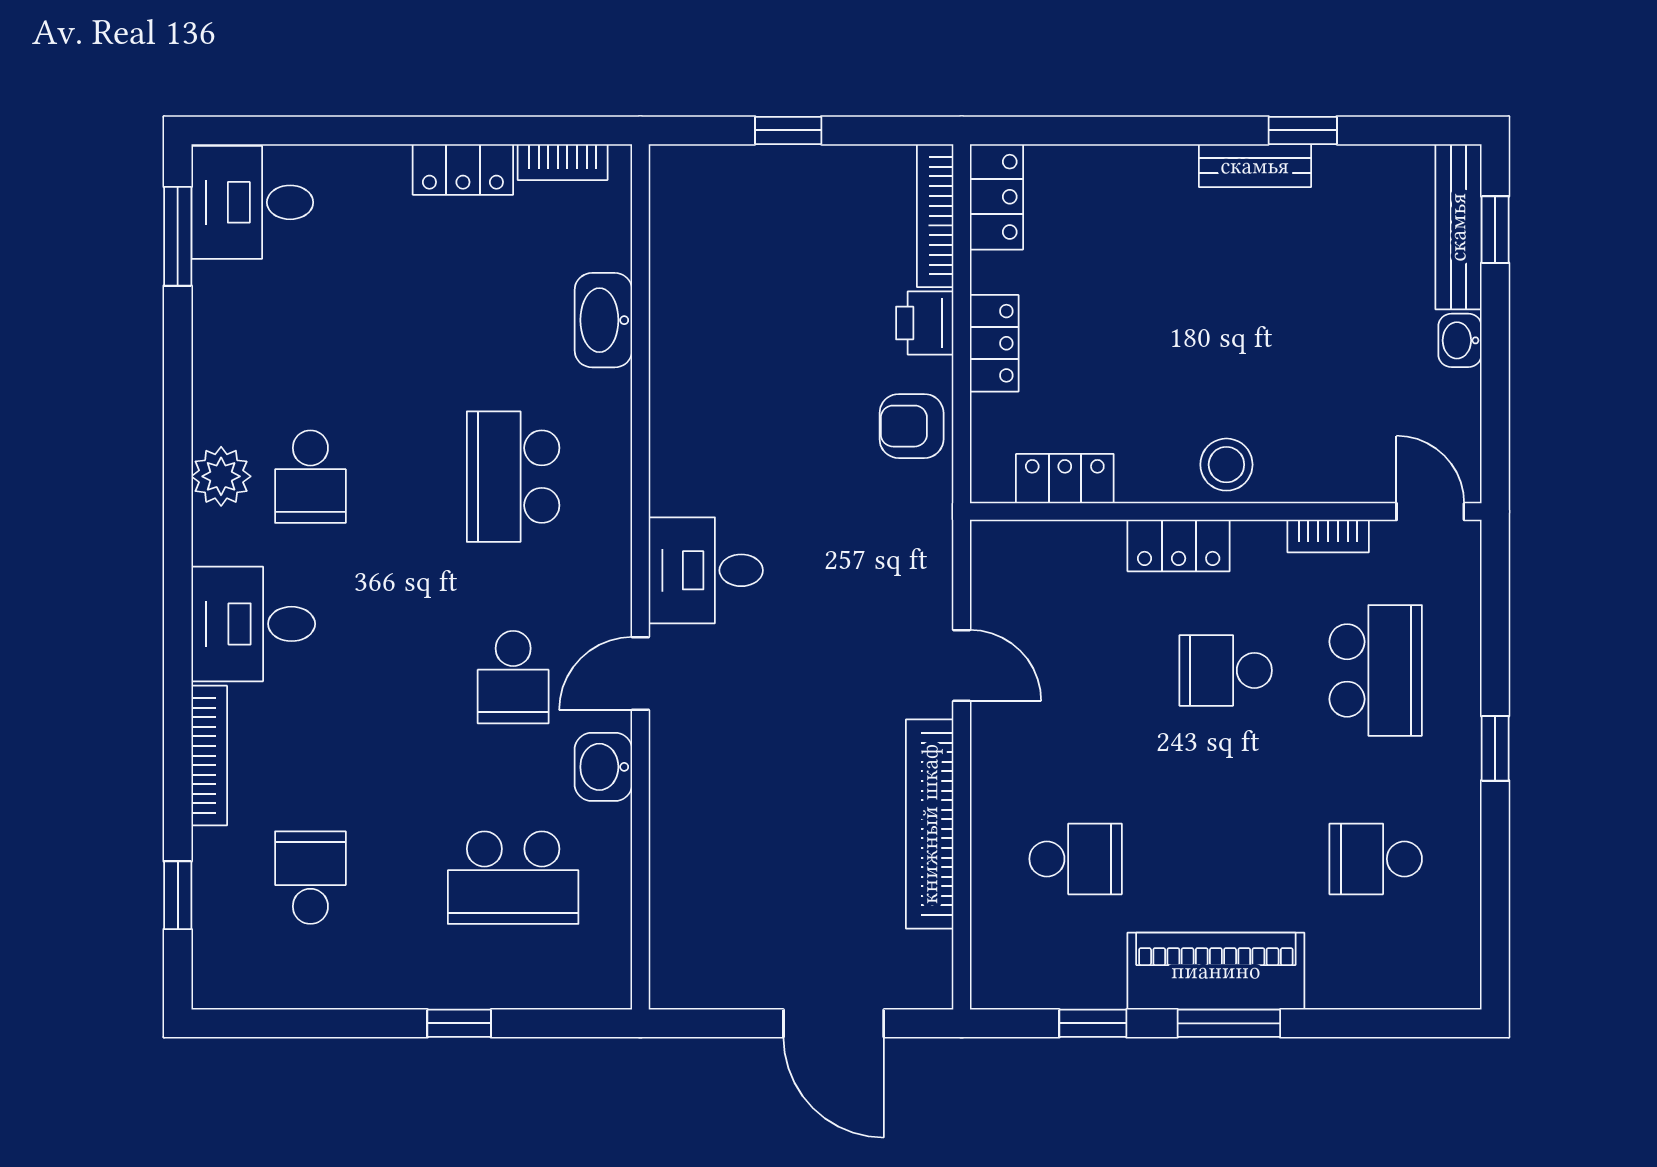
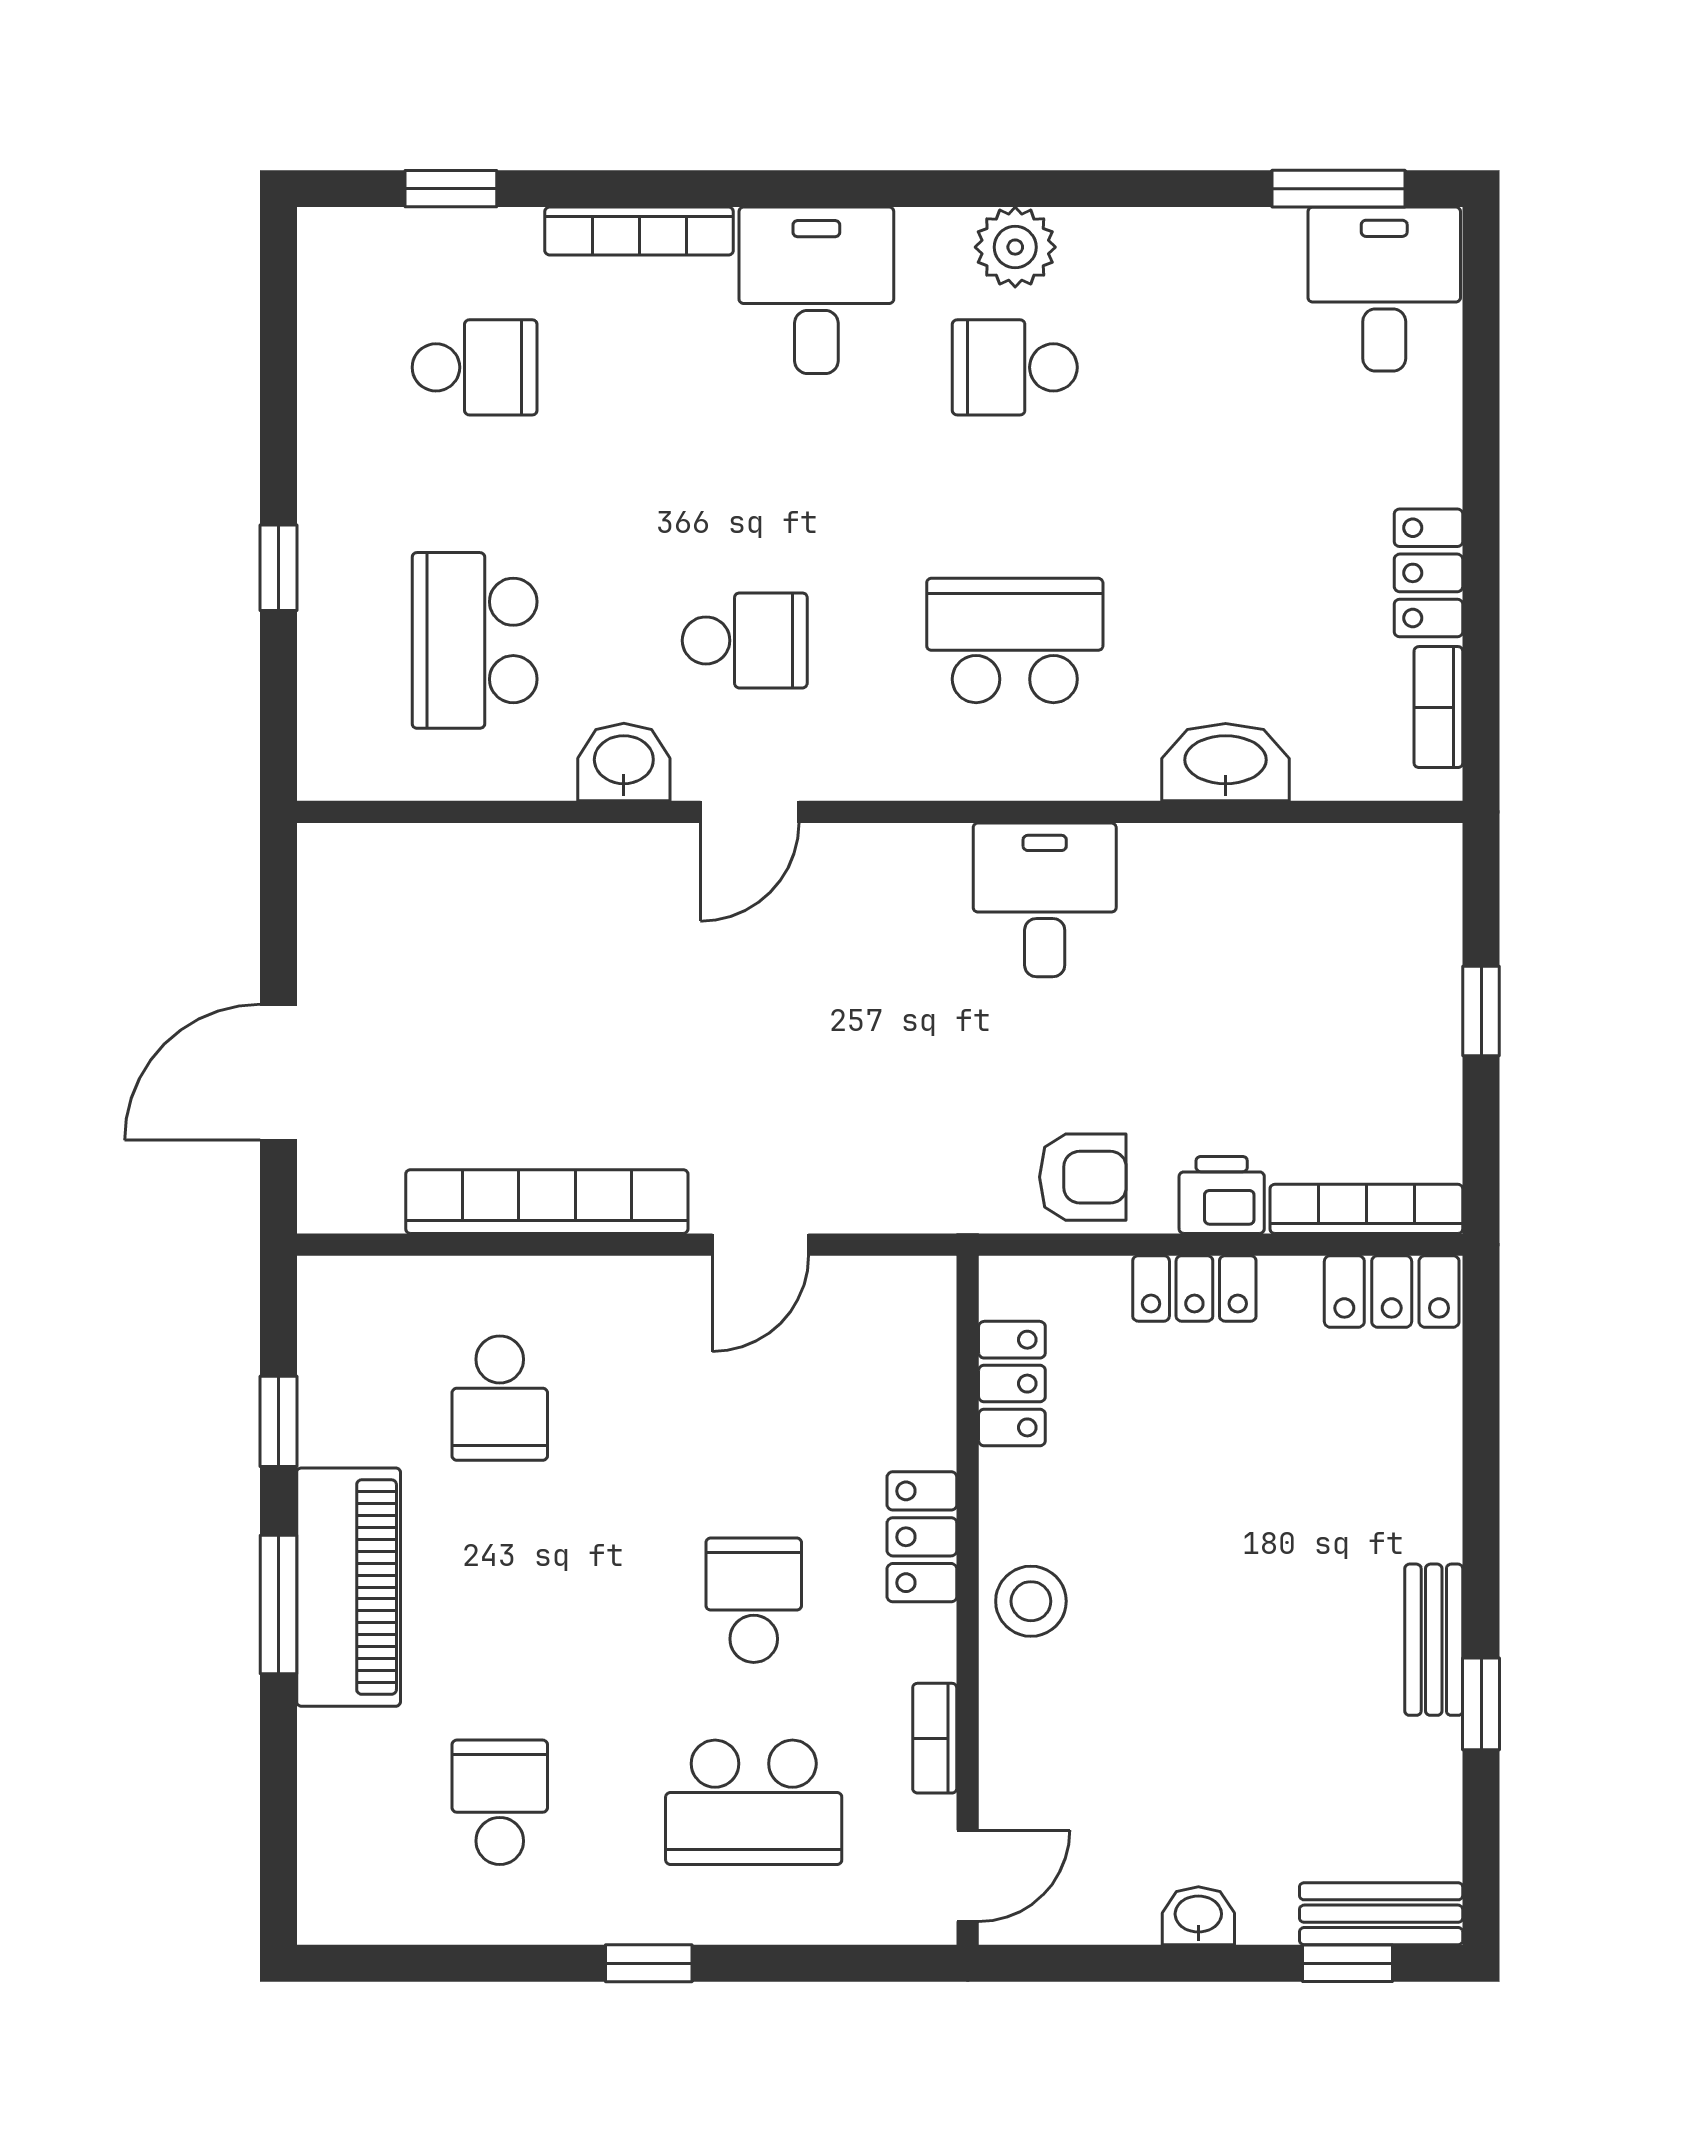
bench: (1458, 227) -> (1381, 1914), width x0.73
armchair: (912, 426) -> (1083, 1177), turned 90
desk: (706, 570) -> (1045, 900), moved
door: (640, 674) -> (750, 812), swing flipped
school desk: (513, 677) -> (745, 640), turned 180

